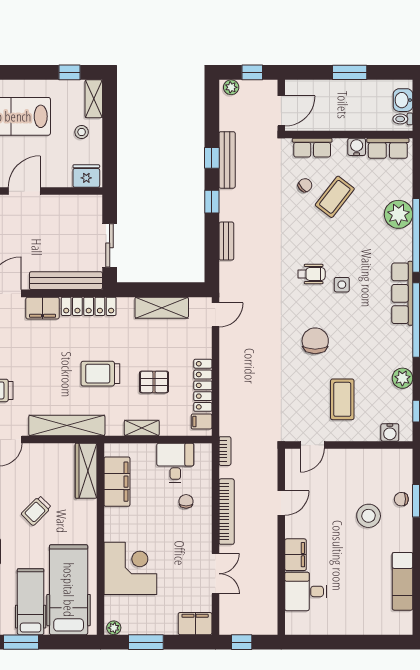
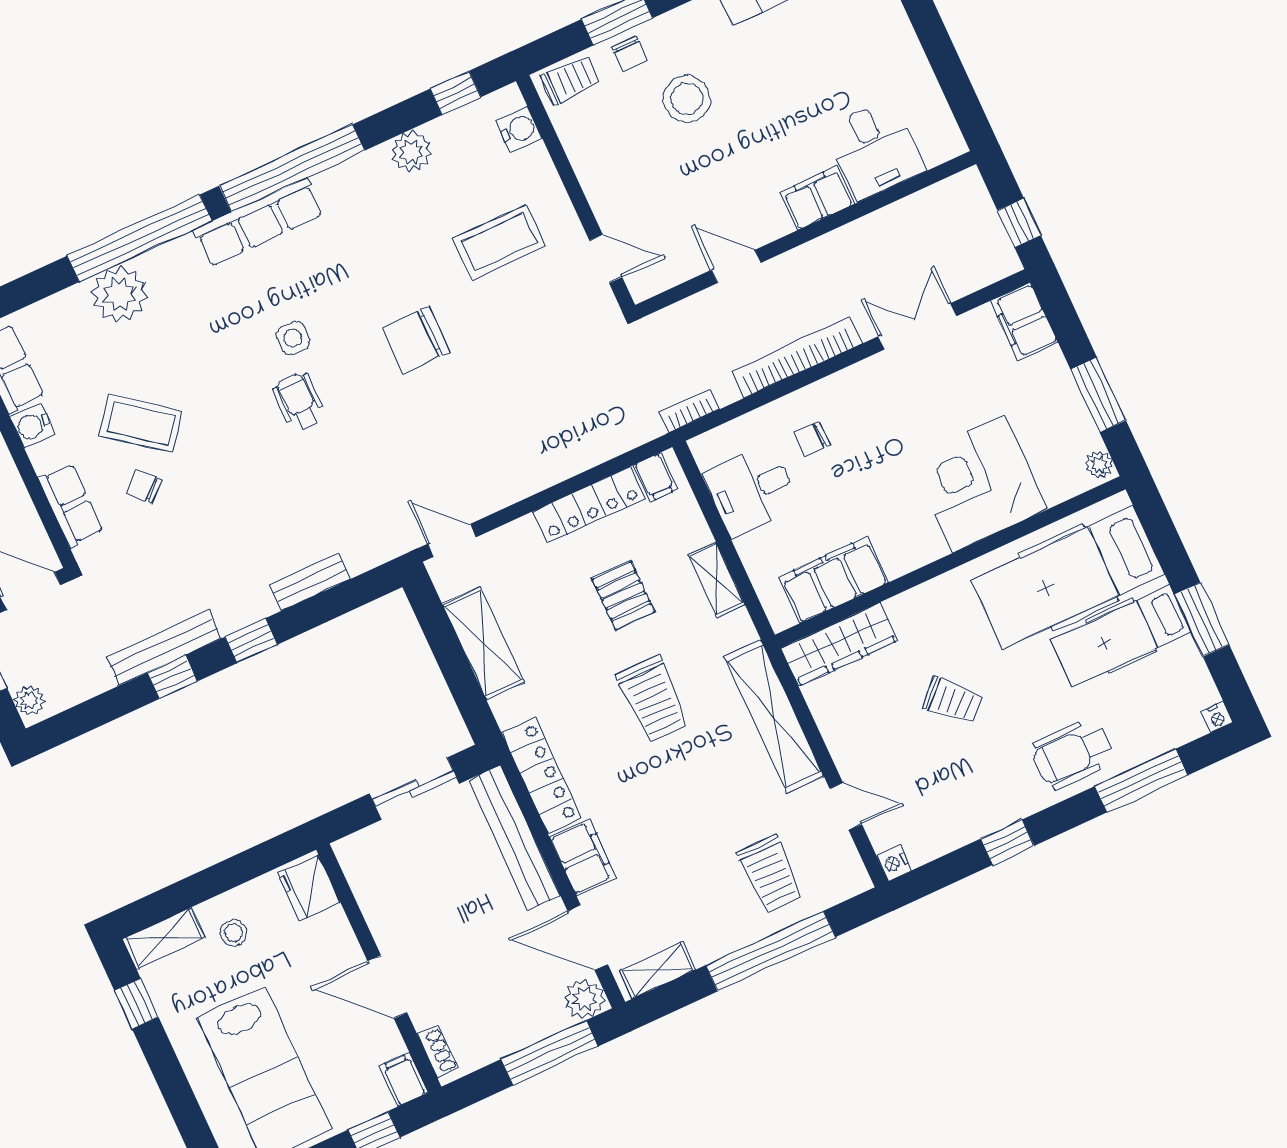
trolley: (402, 467) -> (571, 80), added

